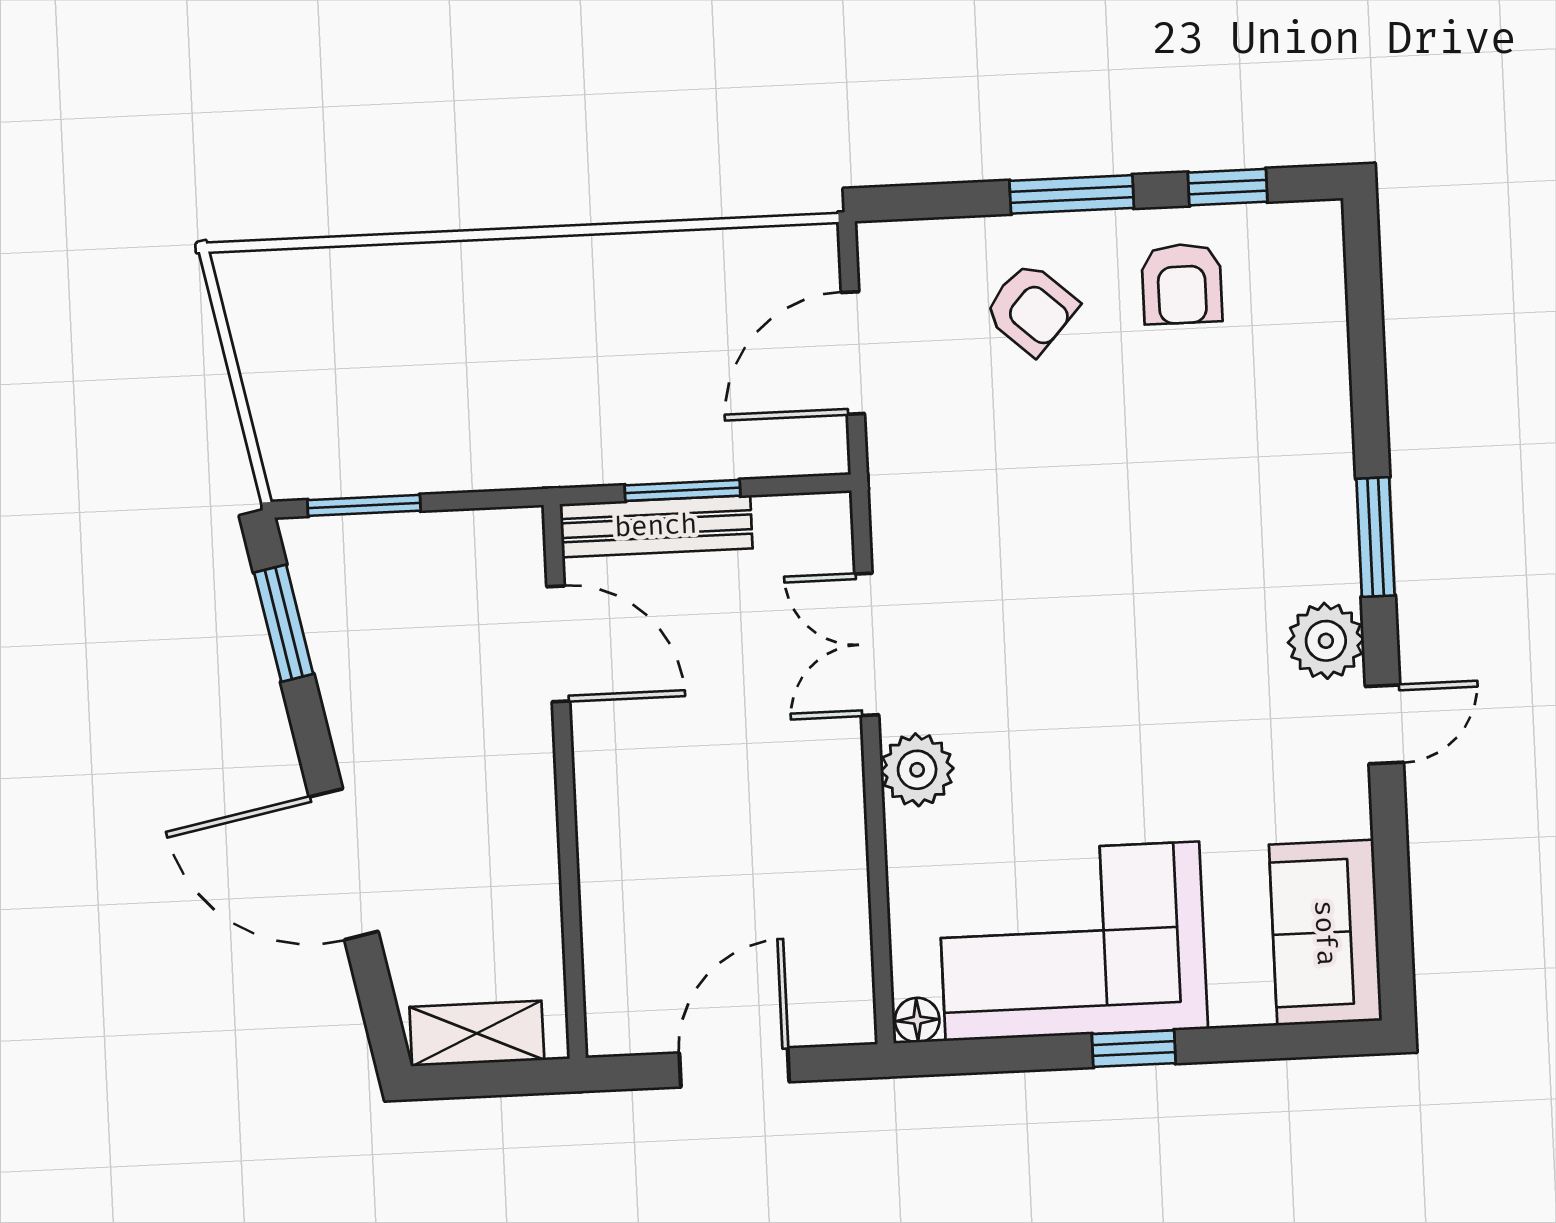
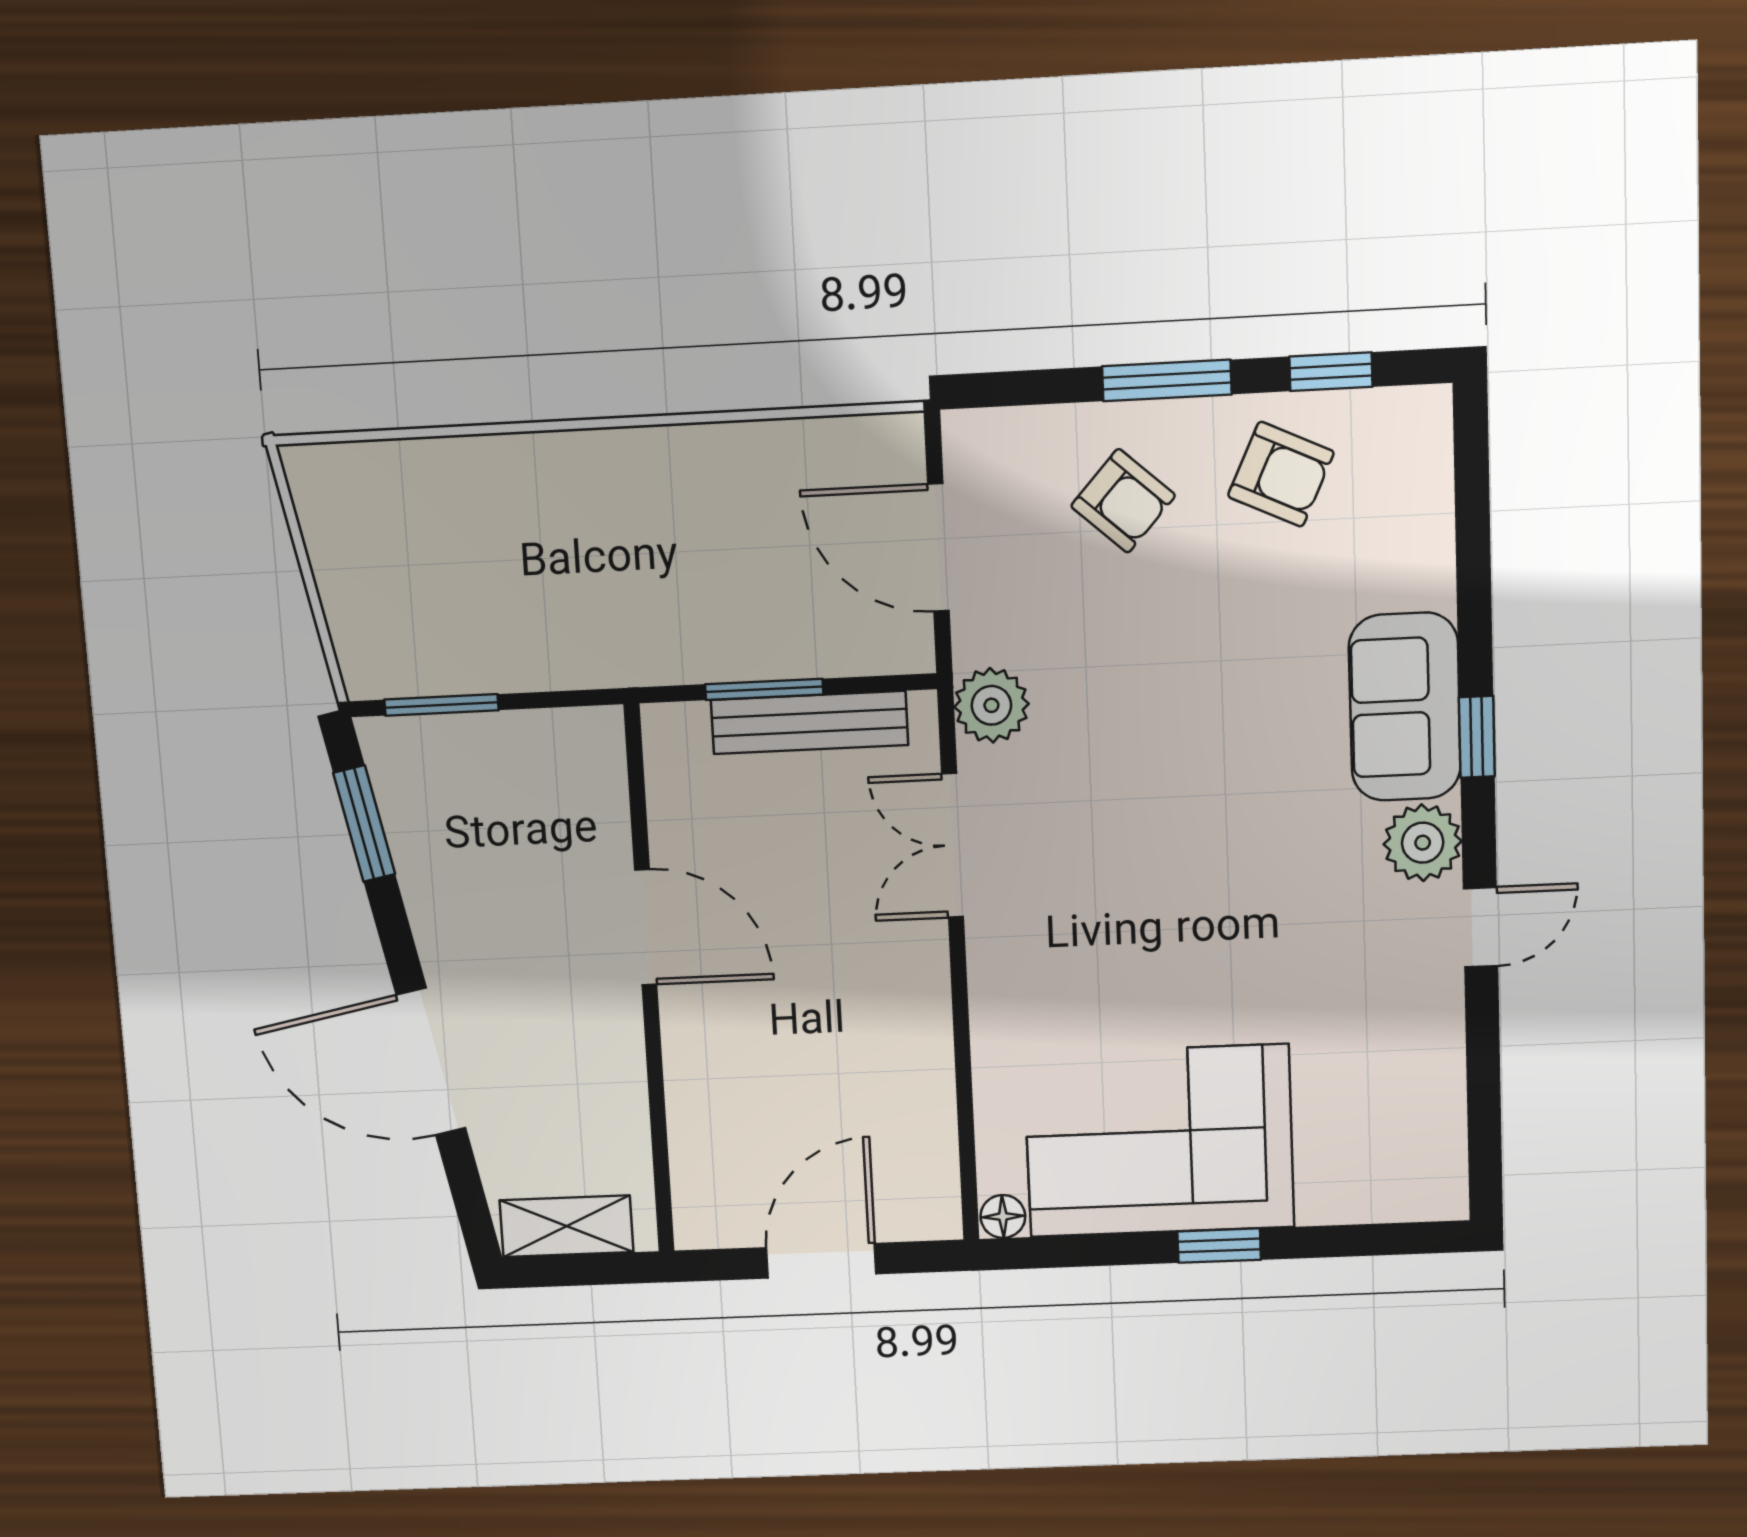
armchair: (1182, 284) -> (1281, 474), turned -65
door: (853, 353) -> (938, 548), hinge flipped
bench: (656, 526) -> (809, 723), moved
window: (1376, 537) -> (1477, 737), width x0.67
door: (558, 644) -> (646, 927), moved
plant: (917, 770) -> (991, 705), moved
sofa: (1325, 933) -> (1405, 707), moved

